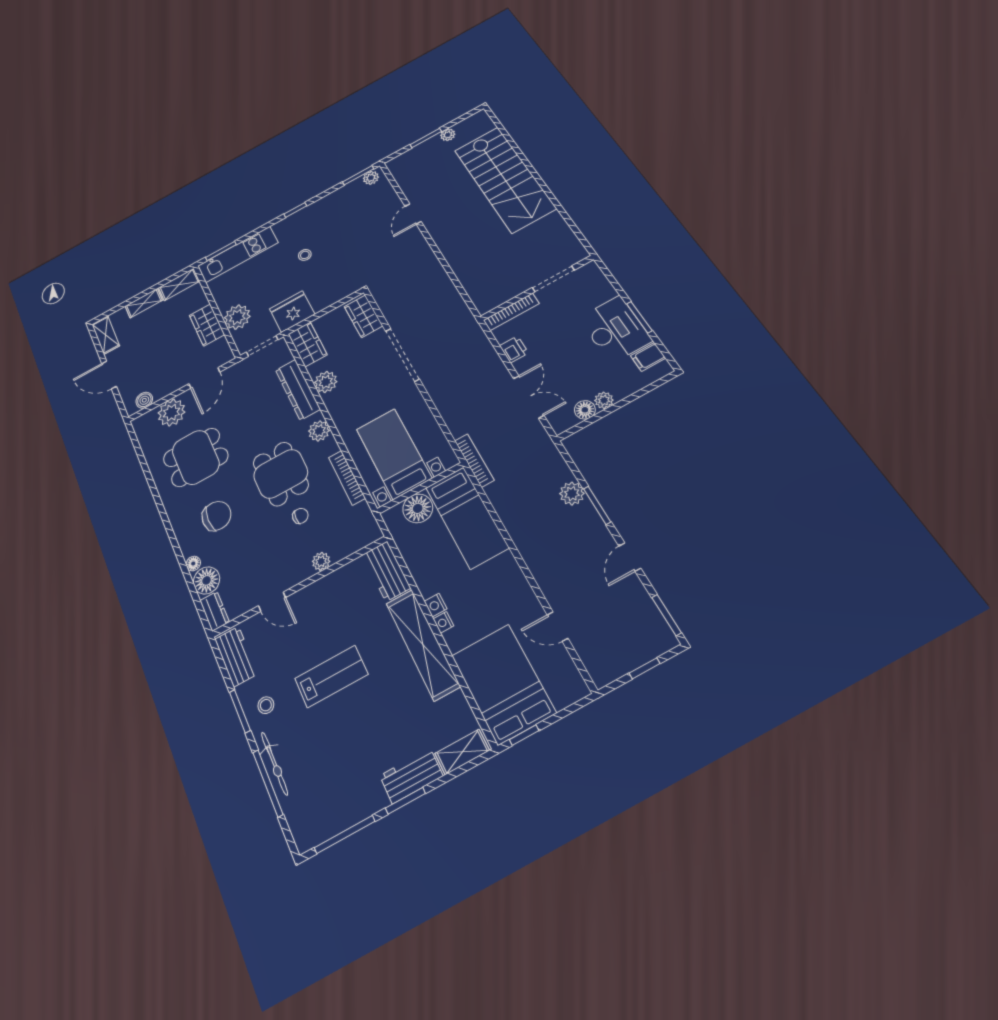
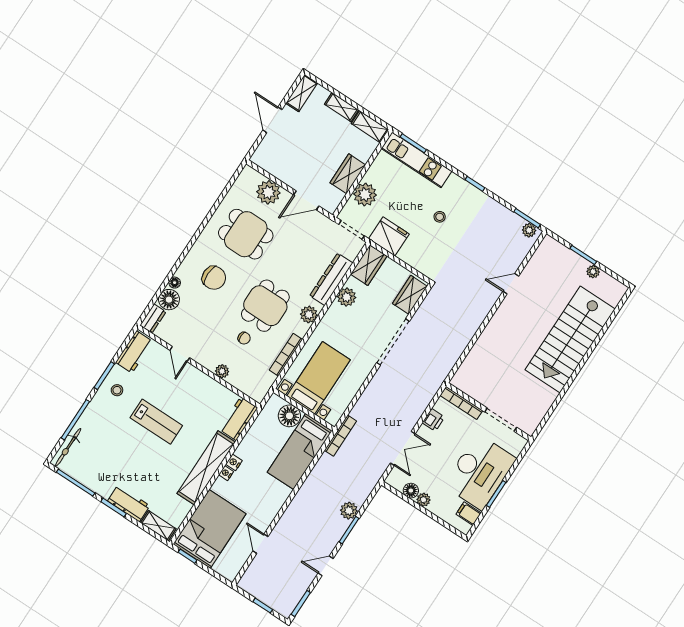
desk: (615, 329) -> (480, 472), width x1.36, depth x1.30
boiler: (144, 400) -> (267, 164), removed
bicycle: (274, 763) -> (68, 447), moved

